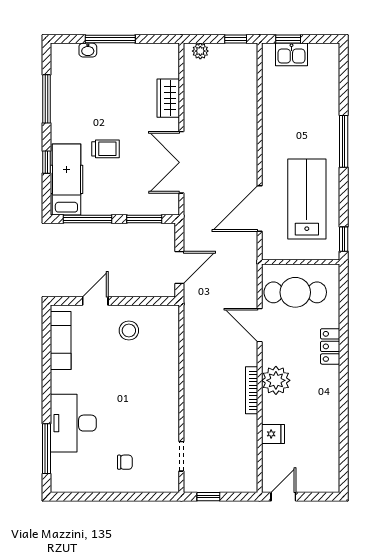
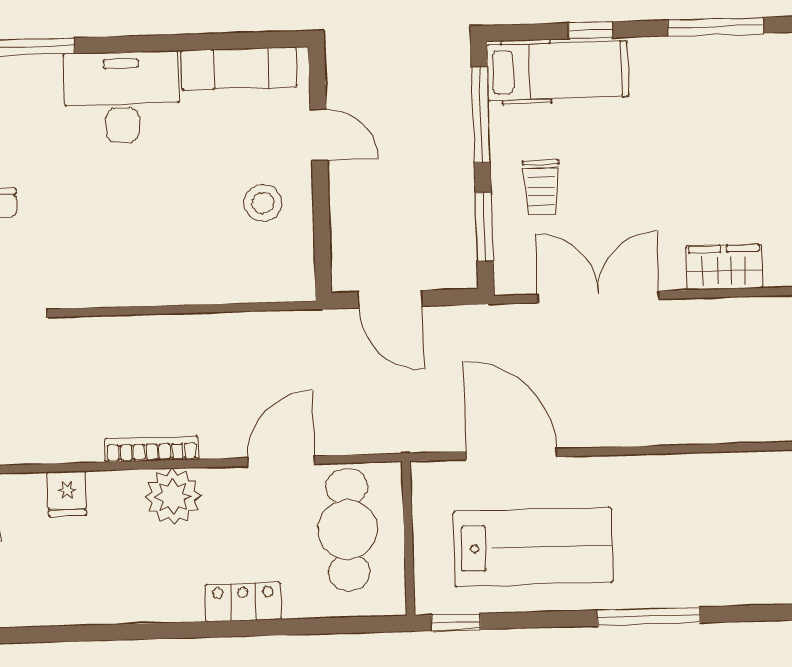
trolley: (105, 149) -> (541, 187), moved
desk: (73, 423) -> (122, 97), moved

